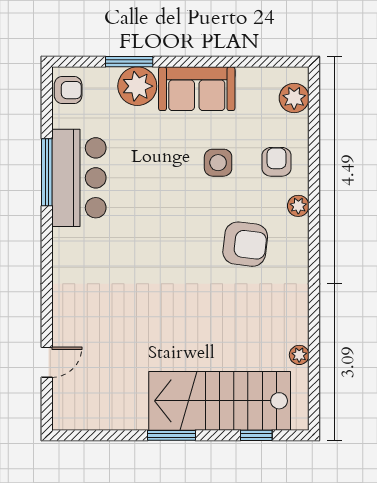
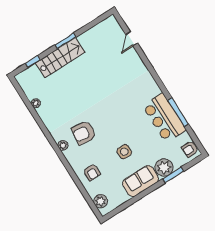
side table: (218, 163) -> (124, 152), moved
plant: (298, 206) -> (63, 145), moved
stairs: (220, 401) -> (60, 58), width x0.73, depth x0.66

